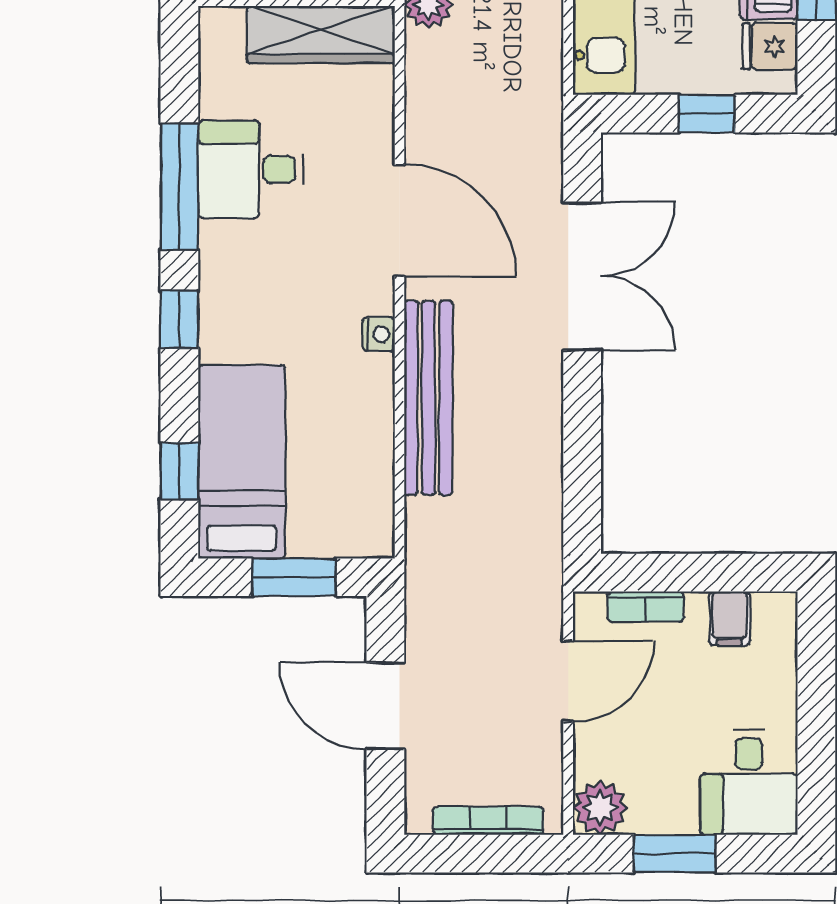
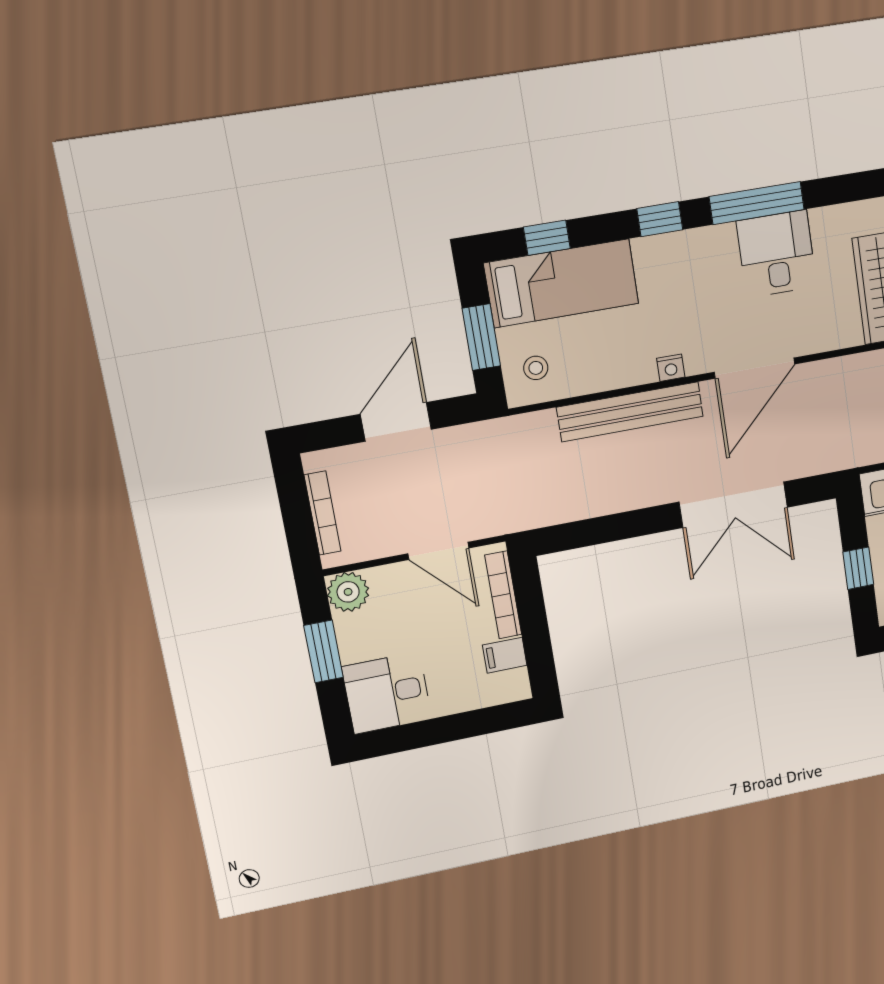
stool: (347, 513) -> (536, 368), added
bookcase: (645, 607) -> (503, 595), width x1.56

